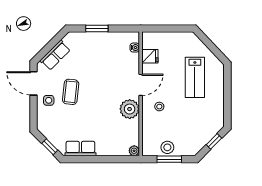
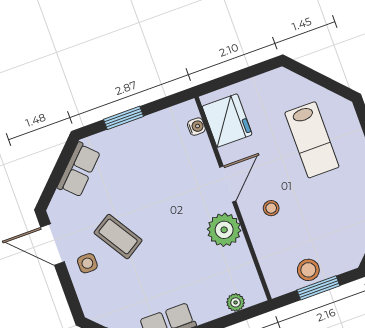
row of seats: (55, 55) -> (79, 170), moved
fridge: (150, 56) -> (227, 120), width x1.88, depth x1.34
coffee table: (71, 92) -> (118, 237), turned -38
plant: (134, 151) -> (236, 302), moved

